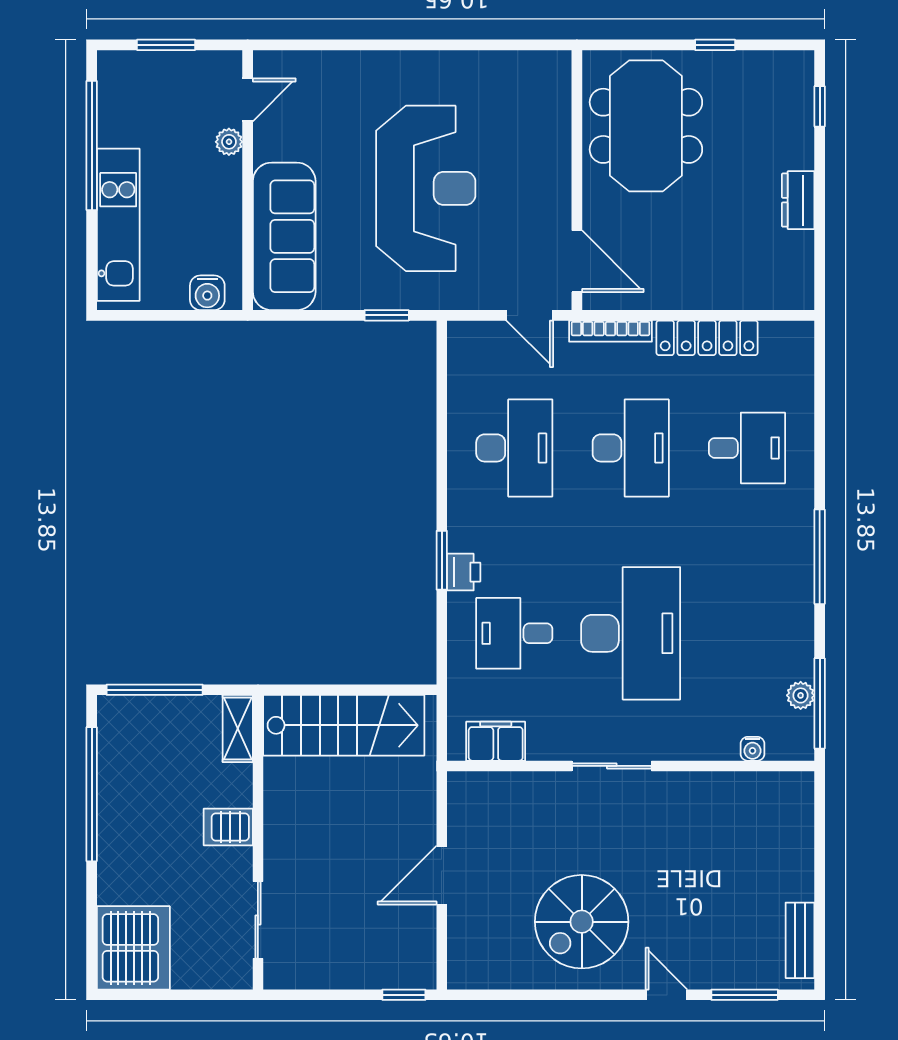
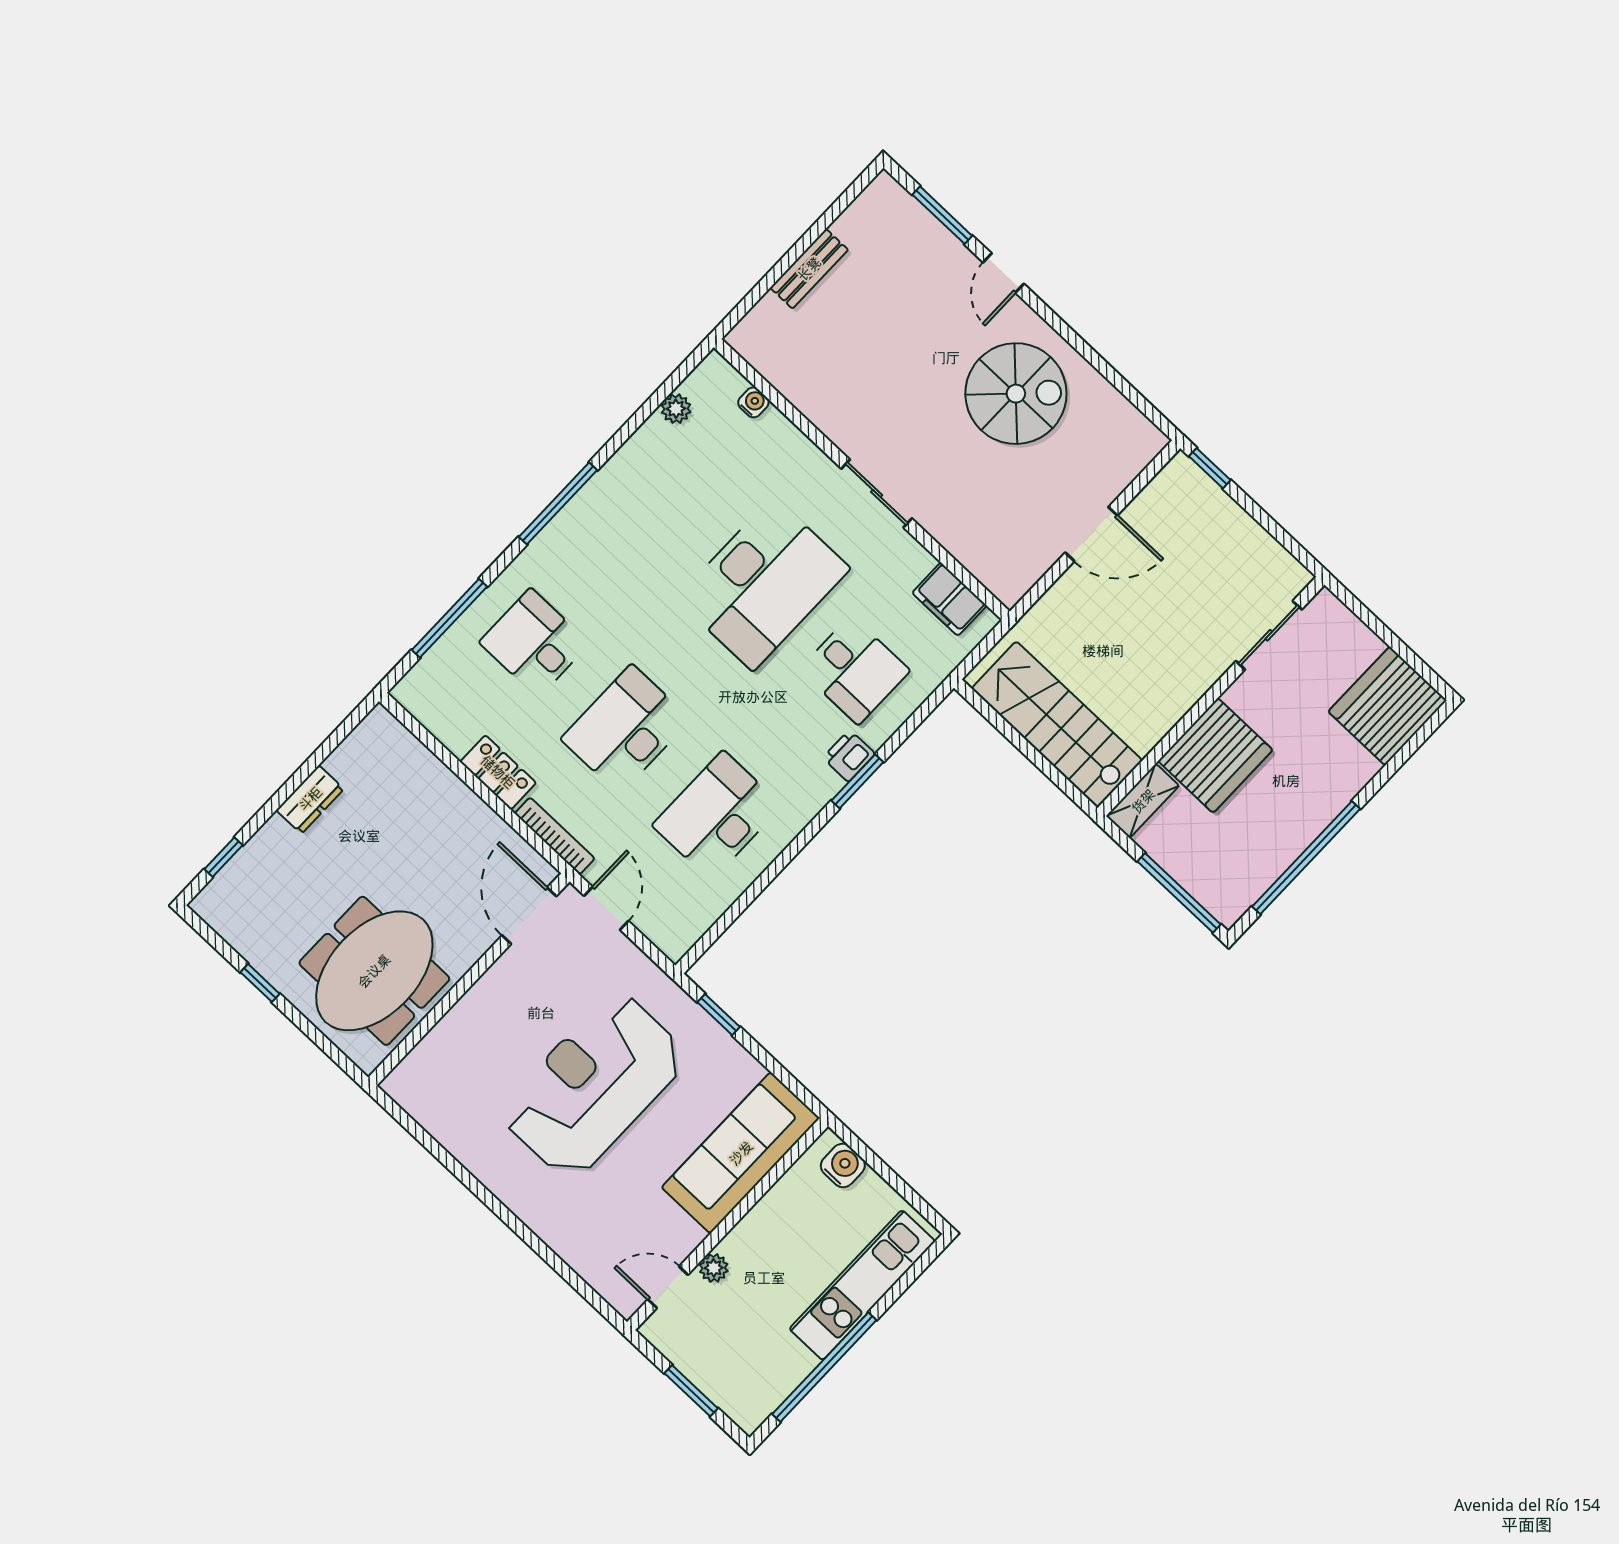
locker: (707, 338) -> (498, 772), width x0.66
desk: (631, 633) -> (763, 584), turned 180
window: (820, 703) -> (449, 618), moved
server rack: (228, 827) -> (1215, 755), width x2.18, depth x1.44
bench: (800, 940) -> (809, 269), moved

